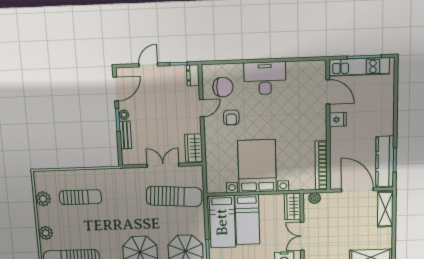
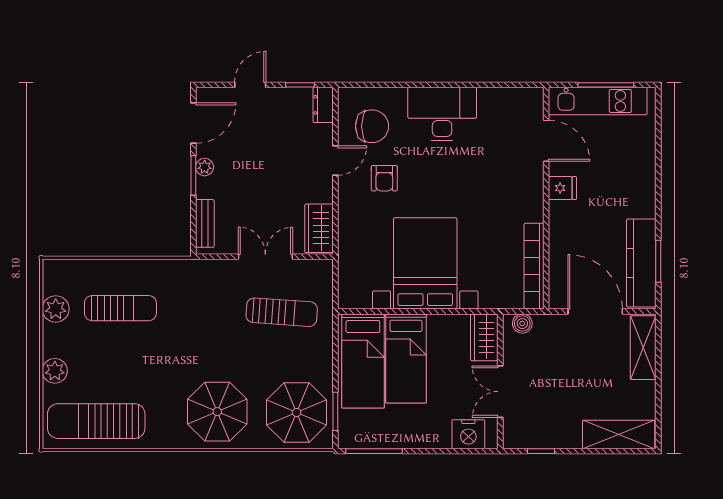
bench: (125, 135) -> (205, 223), moved
sun lounger: (174, 196) -> (282, 312), width x0.73, depth x0.75

